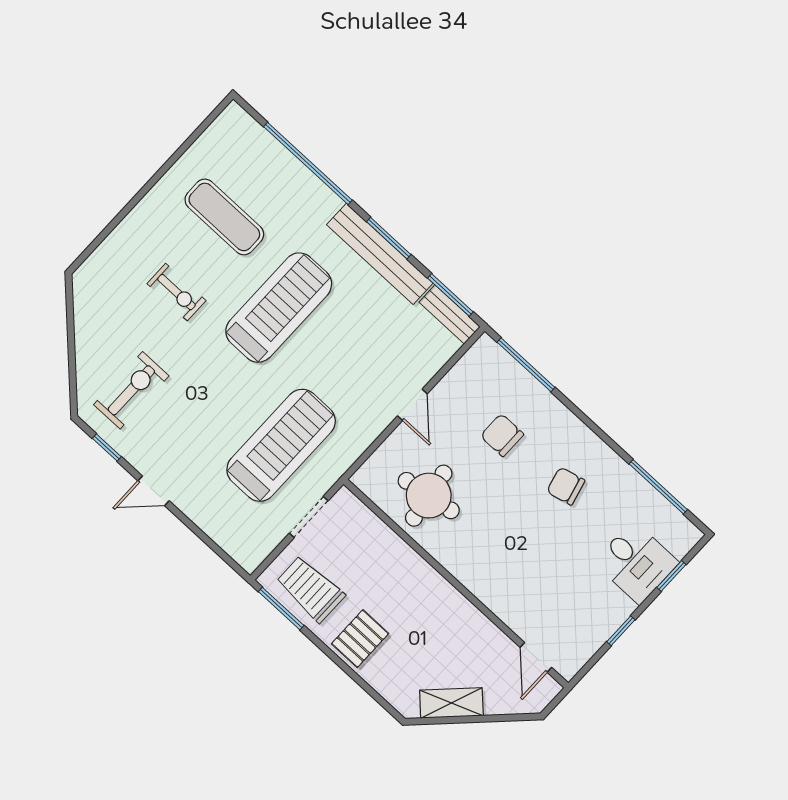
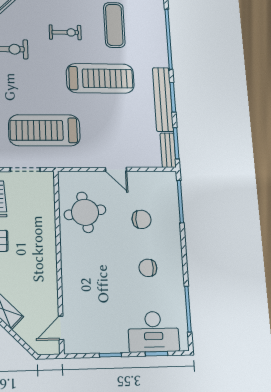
exercise bike: (176, 292) -> (65, 32), turned -90
door: (412, 405) -> (116, 169), hinge flipped
chair: (502, 435) -> (142, 219), turned 90
treadmill: (281, 445) -> (44, 130), turned 180
chair: (566, 486) -> (148, 268), turned -76
desk: (636, 562) -> (153, 332), width x1.37

